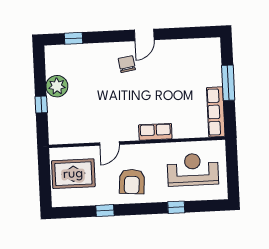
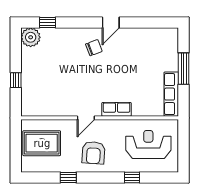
chair: (127, 64) -> (94, 48), turned 78
plant: (57, 86) -> (31, 37), moved
door: (109, 144) -> (86, 118), moved

